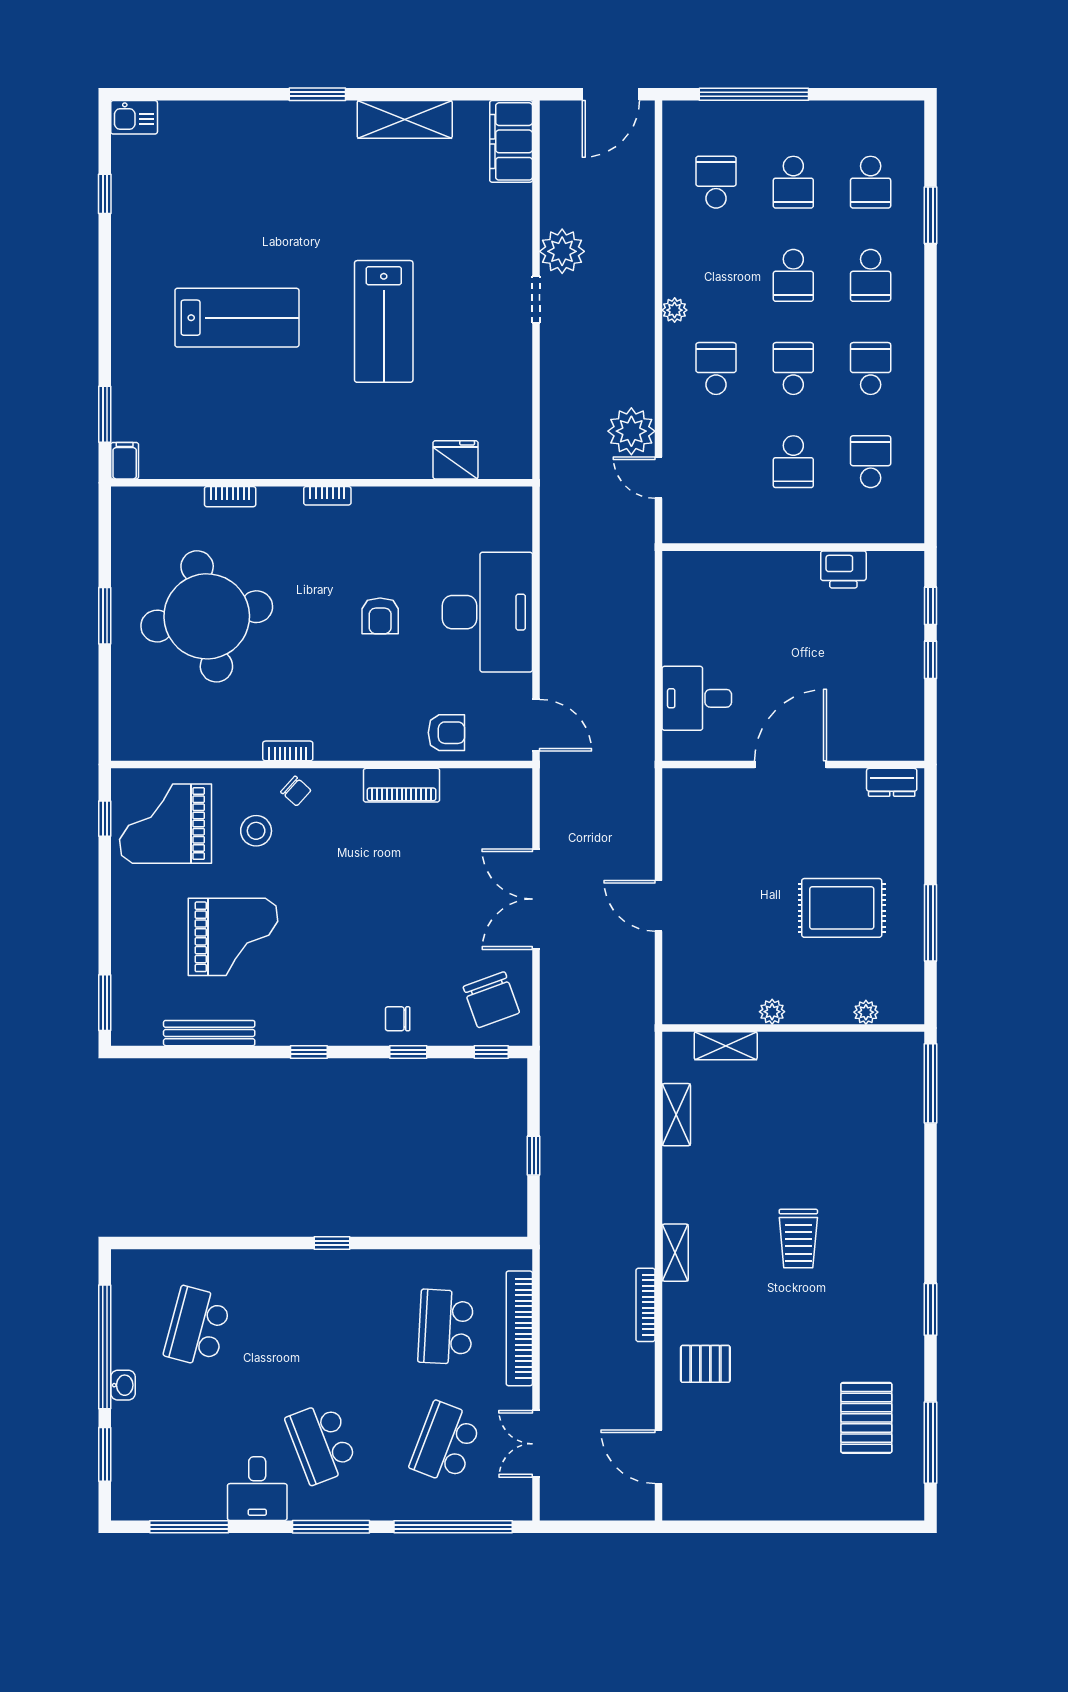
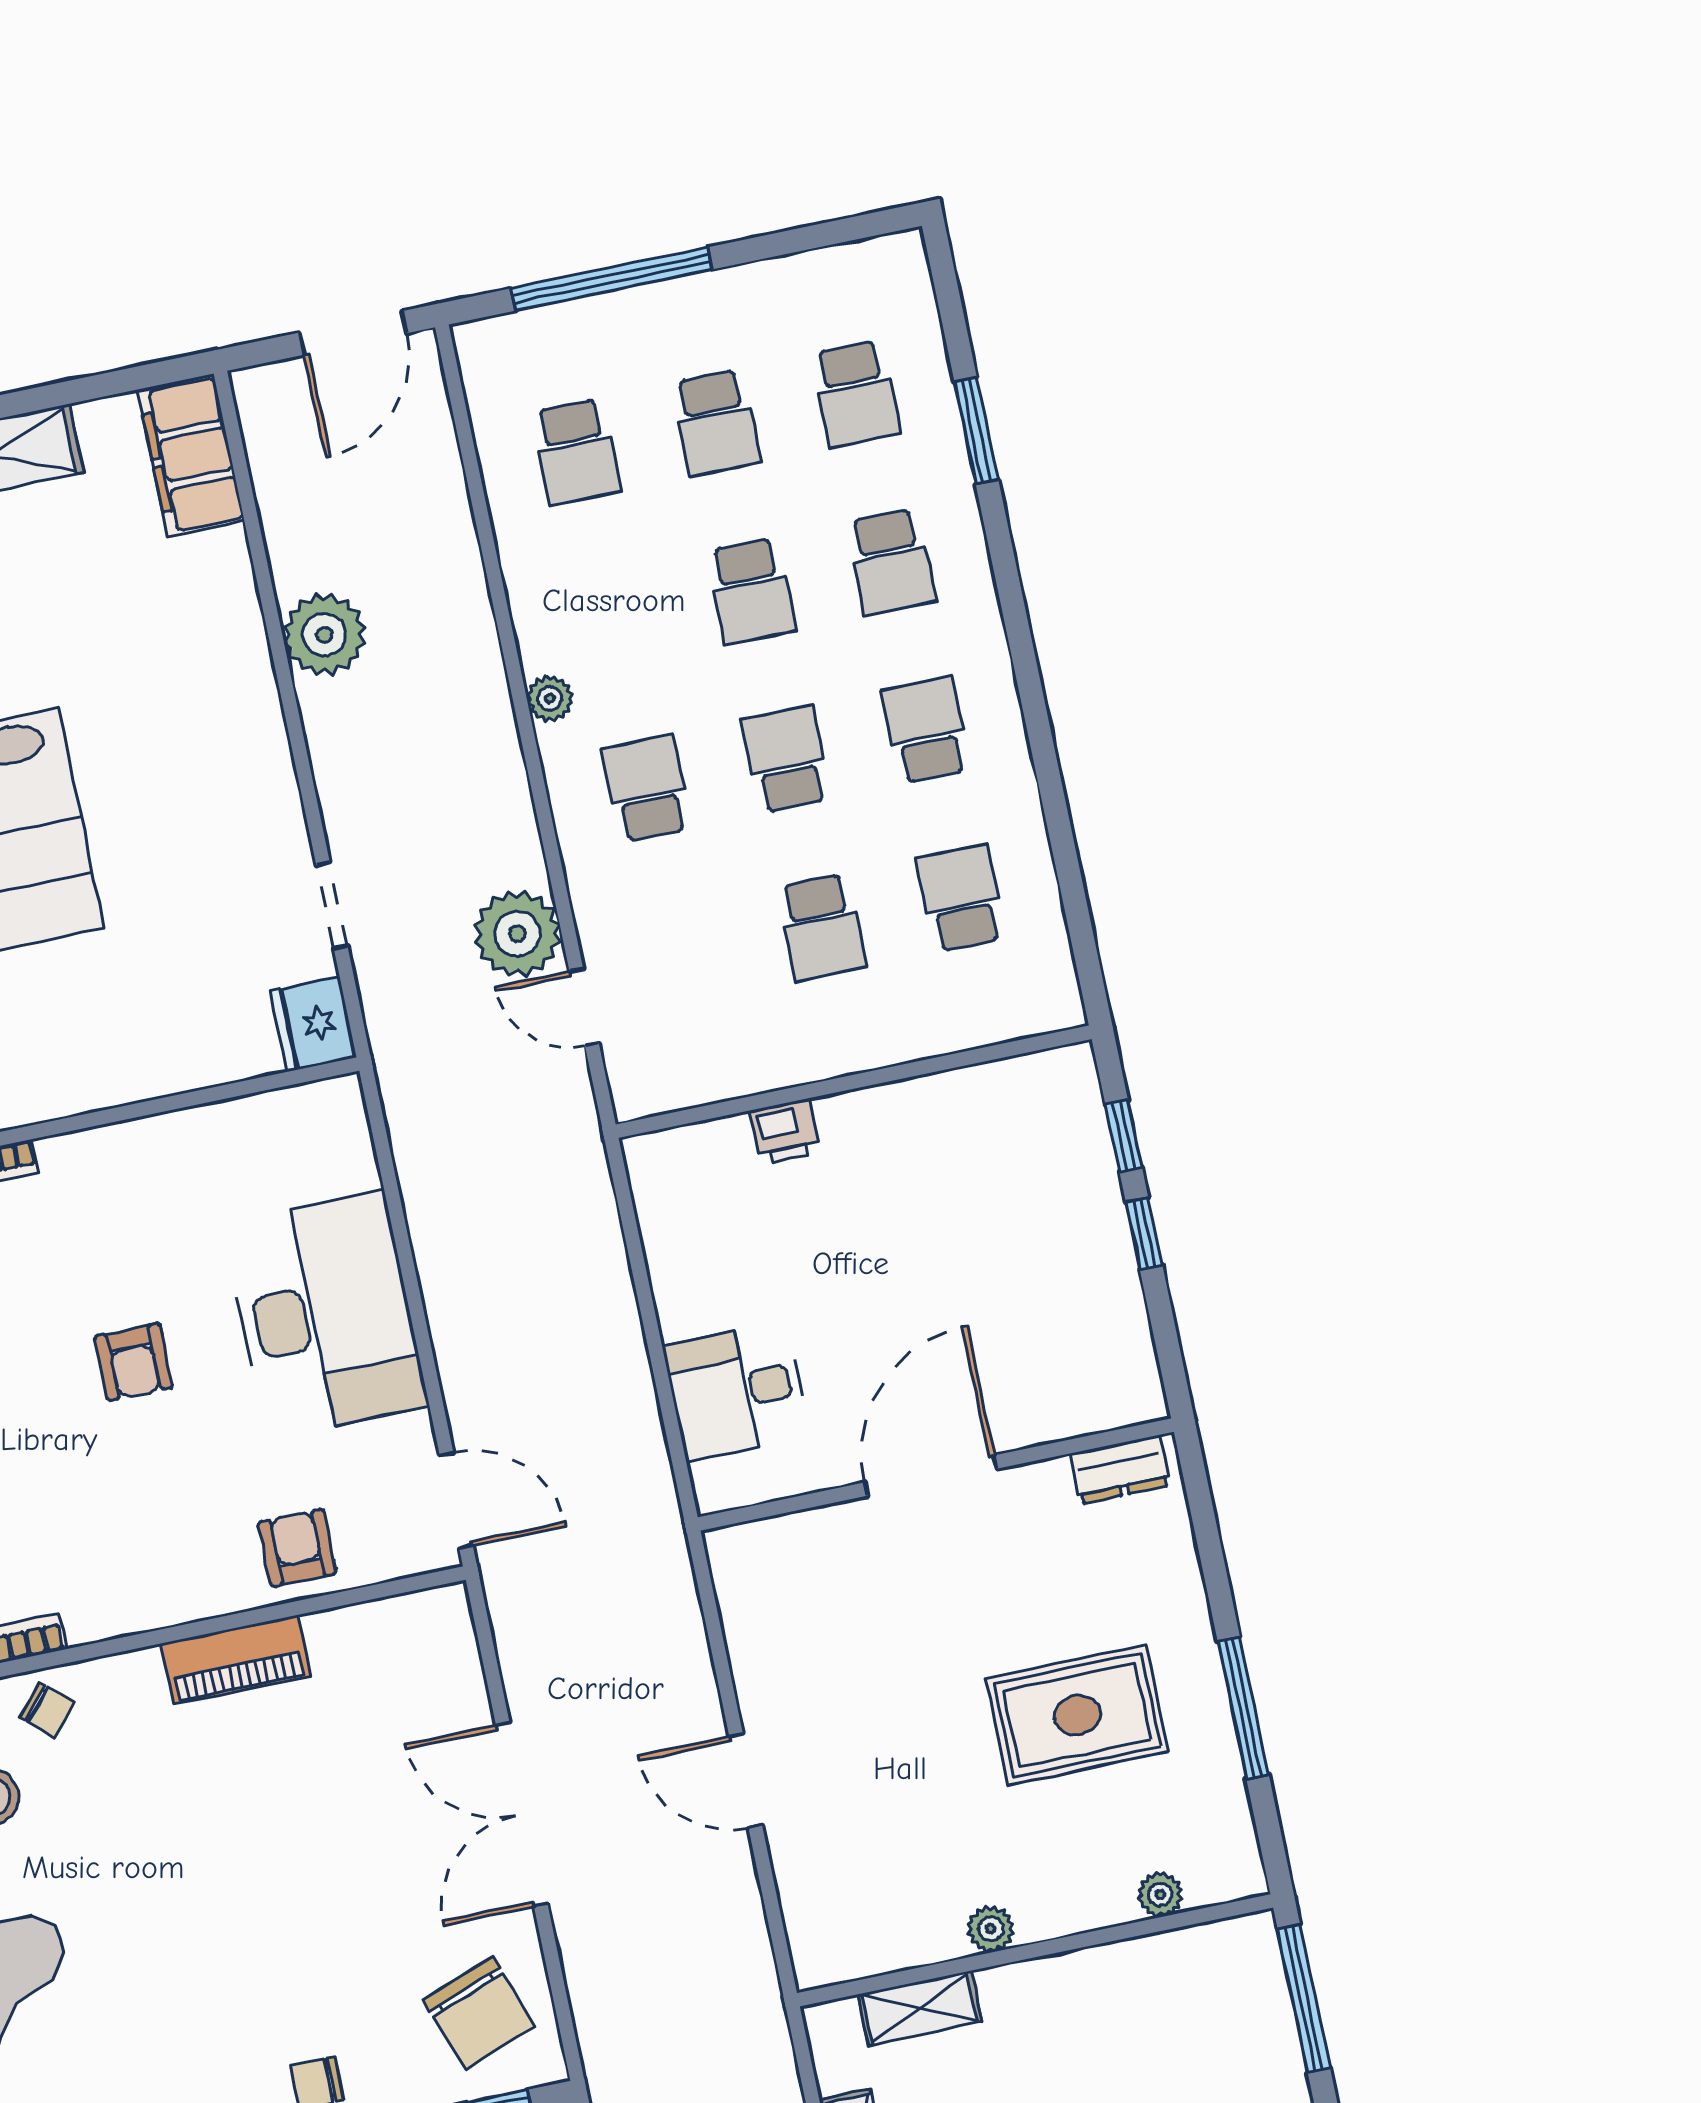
school desk: (716, 182) -> (576, 452), turned 180
doorway: (536, 300) -> (332, 906), moved
fridge: (455, 460) -> (313, 1024), moved, turned -90
printer: (843, 569) -> (785, 1131), moved, width x0.73, depth x0.81
armchair: (446, 733) -> (297, 1548), turned -90

